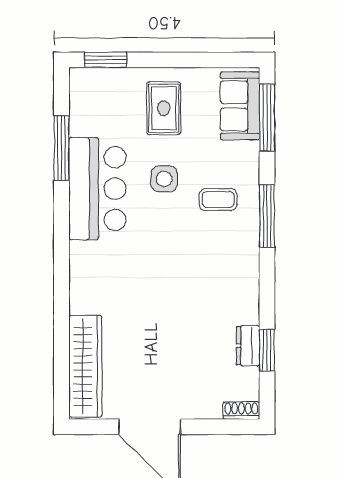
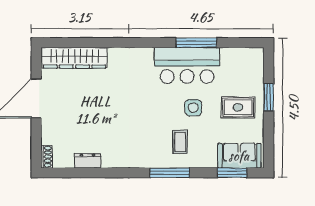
window: (106, 60) -> (269, 97), moved
window: (267, 118) -> (232, 173), width x0.69
window: (62, 148) -> (196, 43), moved
window: (267, 350) -> (85, 173), removed

